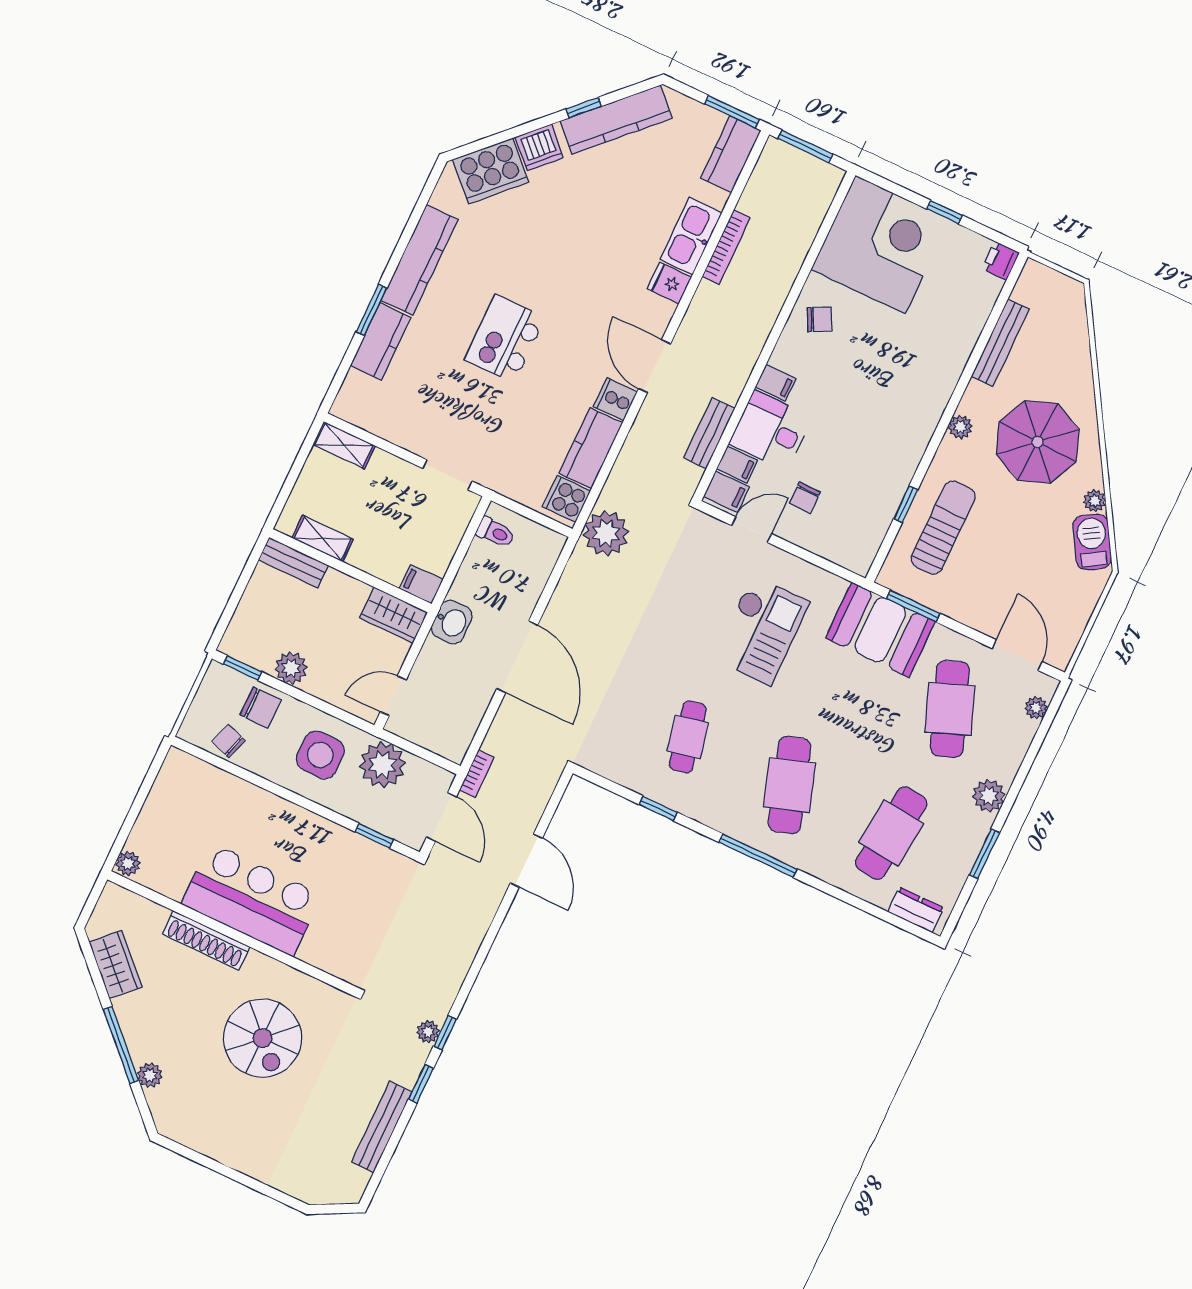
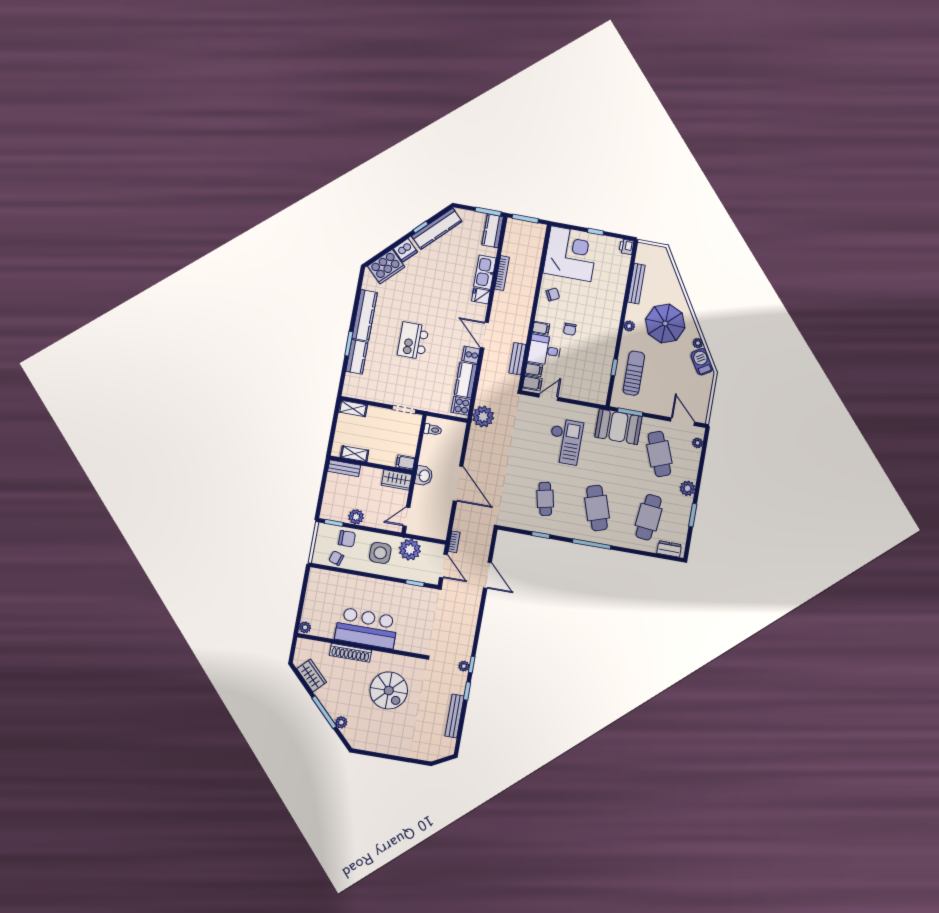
chair: (805, 498) -> (570, 329), moved

